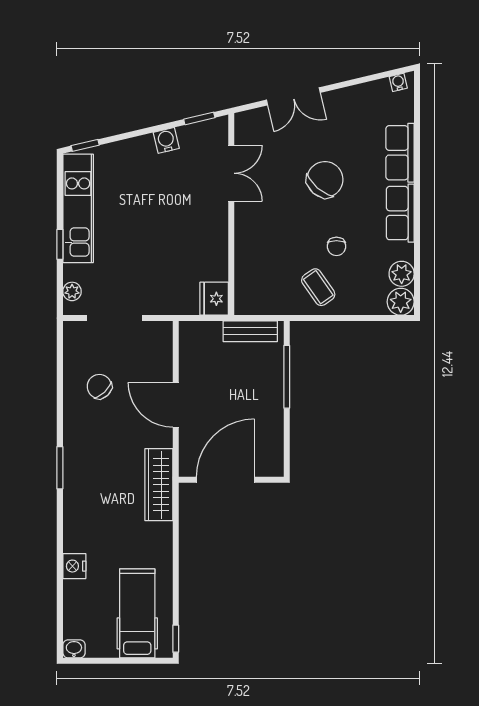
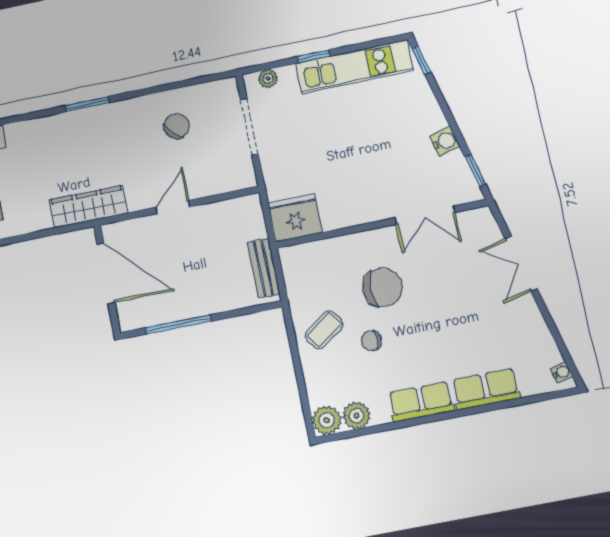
chair: (325, 180) -> (383, 287), moved, turned -41
fridge: (214, 299) -> (295, 218), width x1.36, depth x1.34
window: (287, 377) -> (178, 324), moved
door: (176, 405) -> (173, 207), width x0.73

